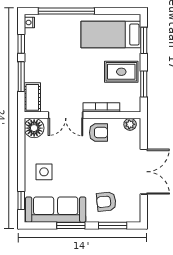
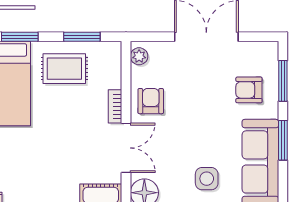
rug: (121, 72) -> (64, 69), turned 90
bookcase: (101, 107) -> (115, 106), width x0.64
armchair: (106, 202) -> (249, 90), turned 96

